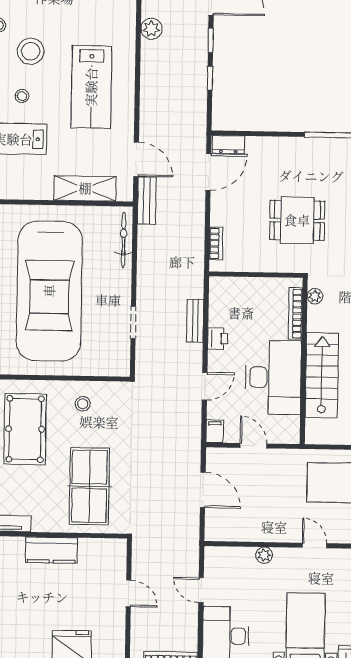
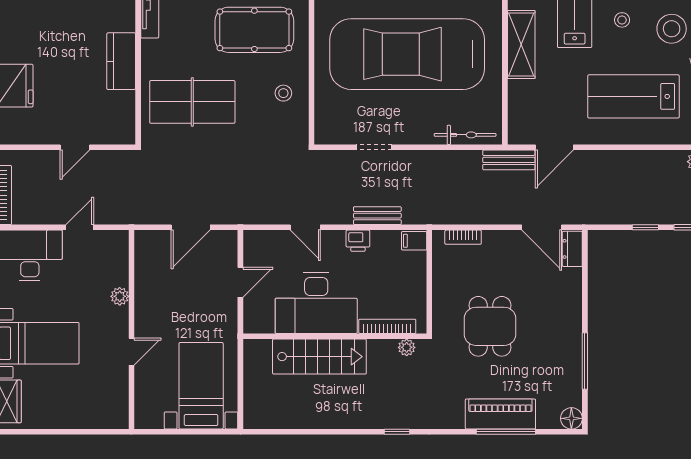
shelving: (85, 188) -> (521, 45), moved
filing cabinet: (215, 431) -> (414, 241), moved, turned 180

